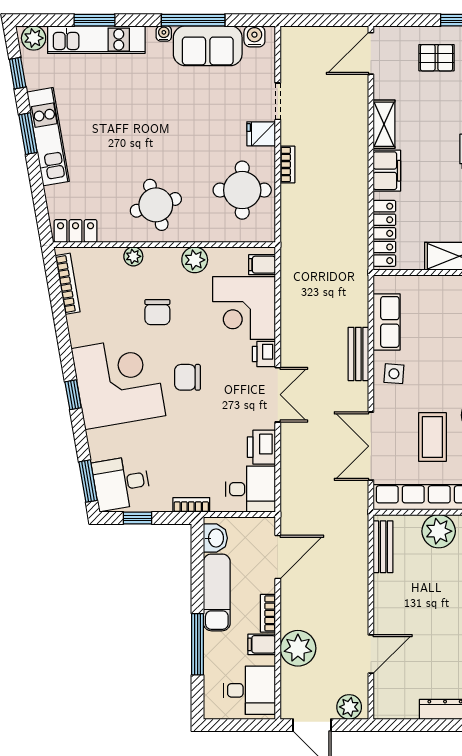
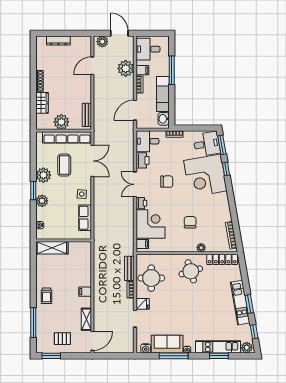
shelving: (384, 124) -> (86, 319), moved
filing cabinet: (387, 171) -> (85, 292), width x0.50
locker: (76, 231) -> (222, 259), width x1.53
locker: (384, 233) -> (86, 258), removed
plant: (195, 260) -> (173, 246), removed
bench: (358, 354) -> (129, 268), moved
chair: (187, 377) -> (167, 182), moved
corner desk: (118, 382) -> (205, 176), moved
window: (73, 395) -> (226, 169), moved
window: (137, 518) -> (199, 128), removed

